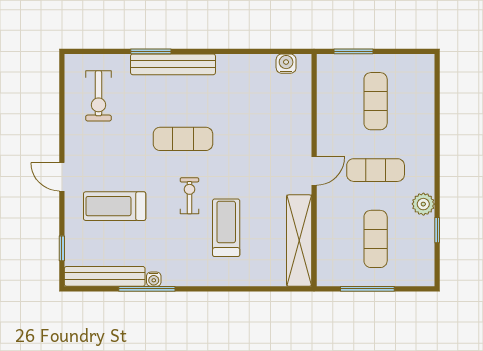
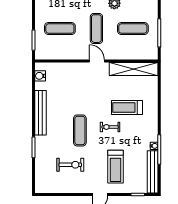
bench: (173, 64) -> (40, 113), moved
exercise bike: (98, 96) -> (70, 165), moved

